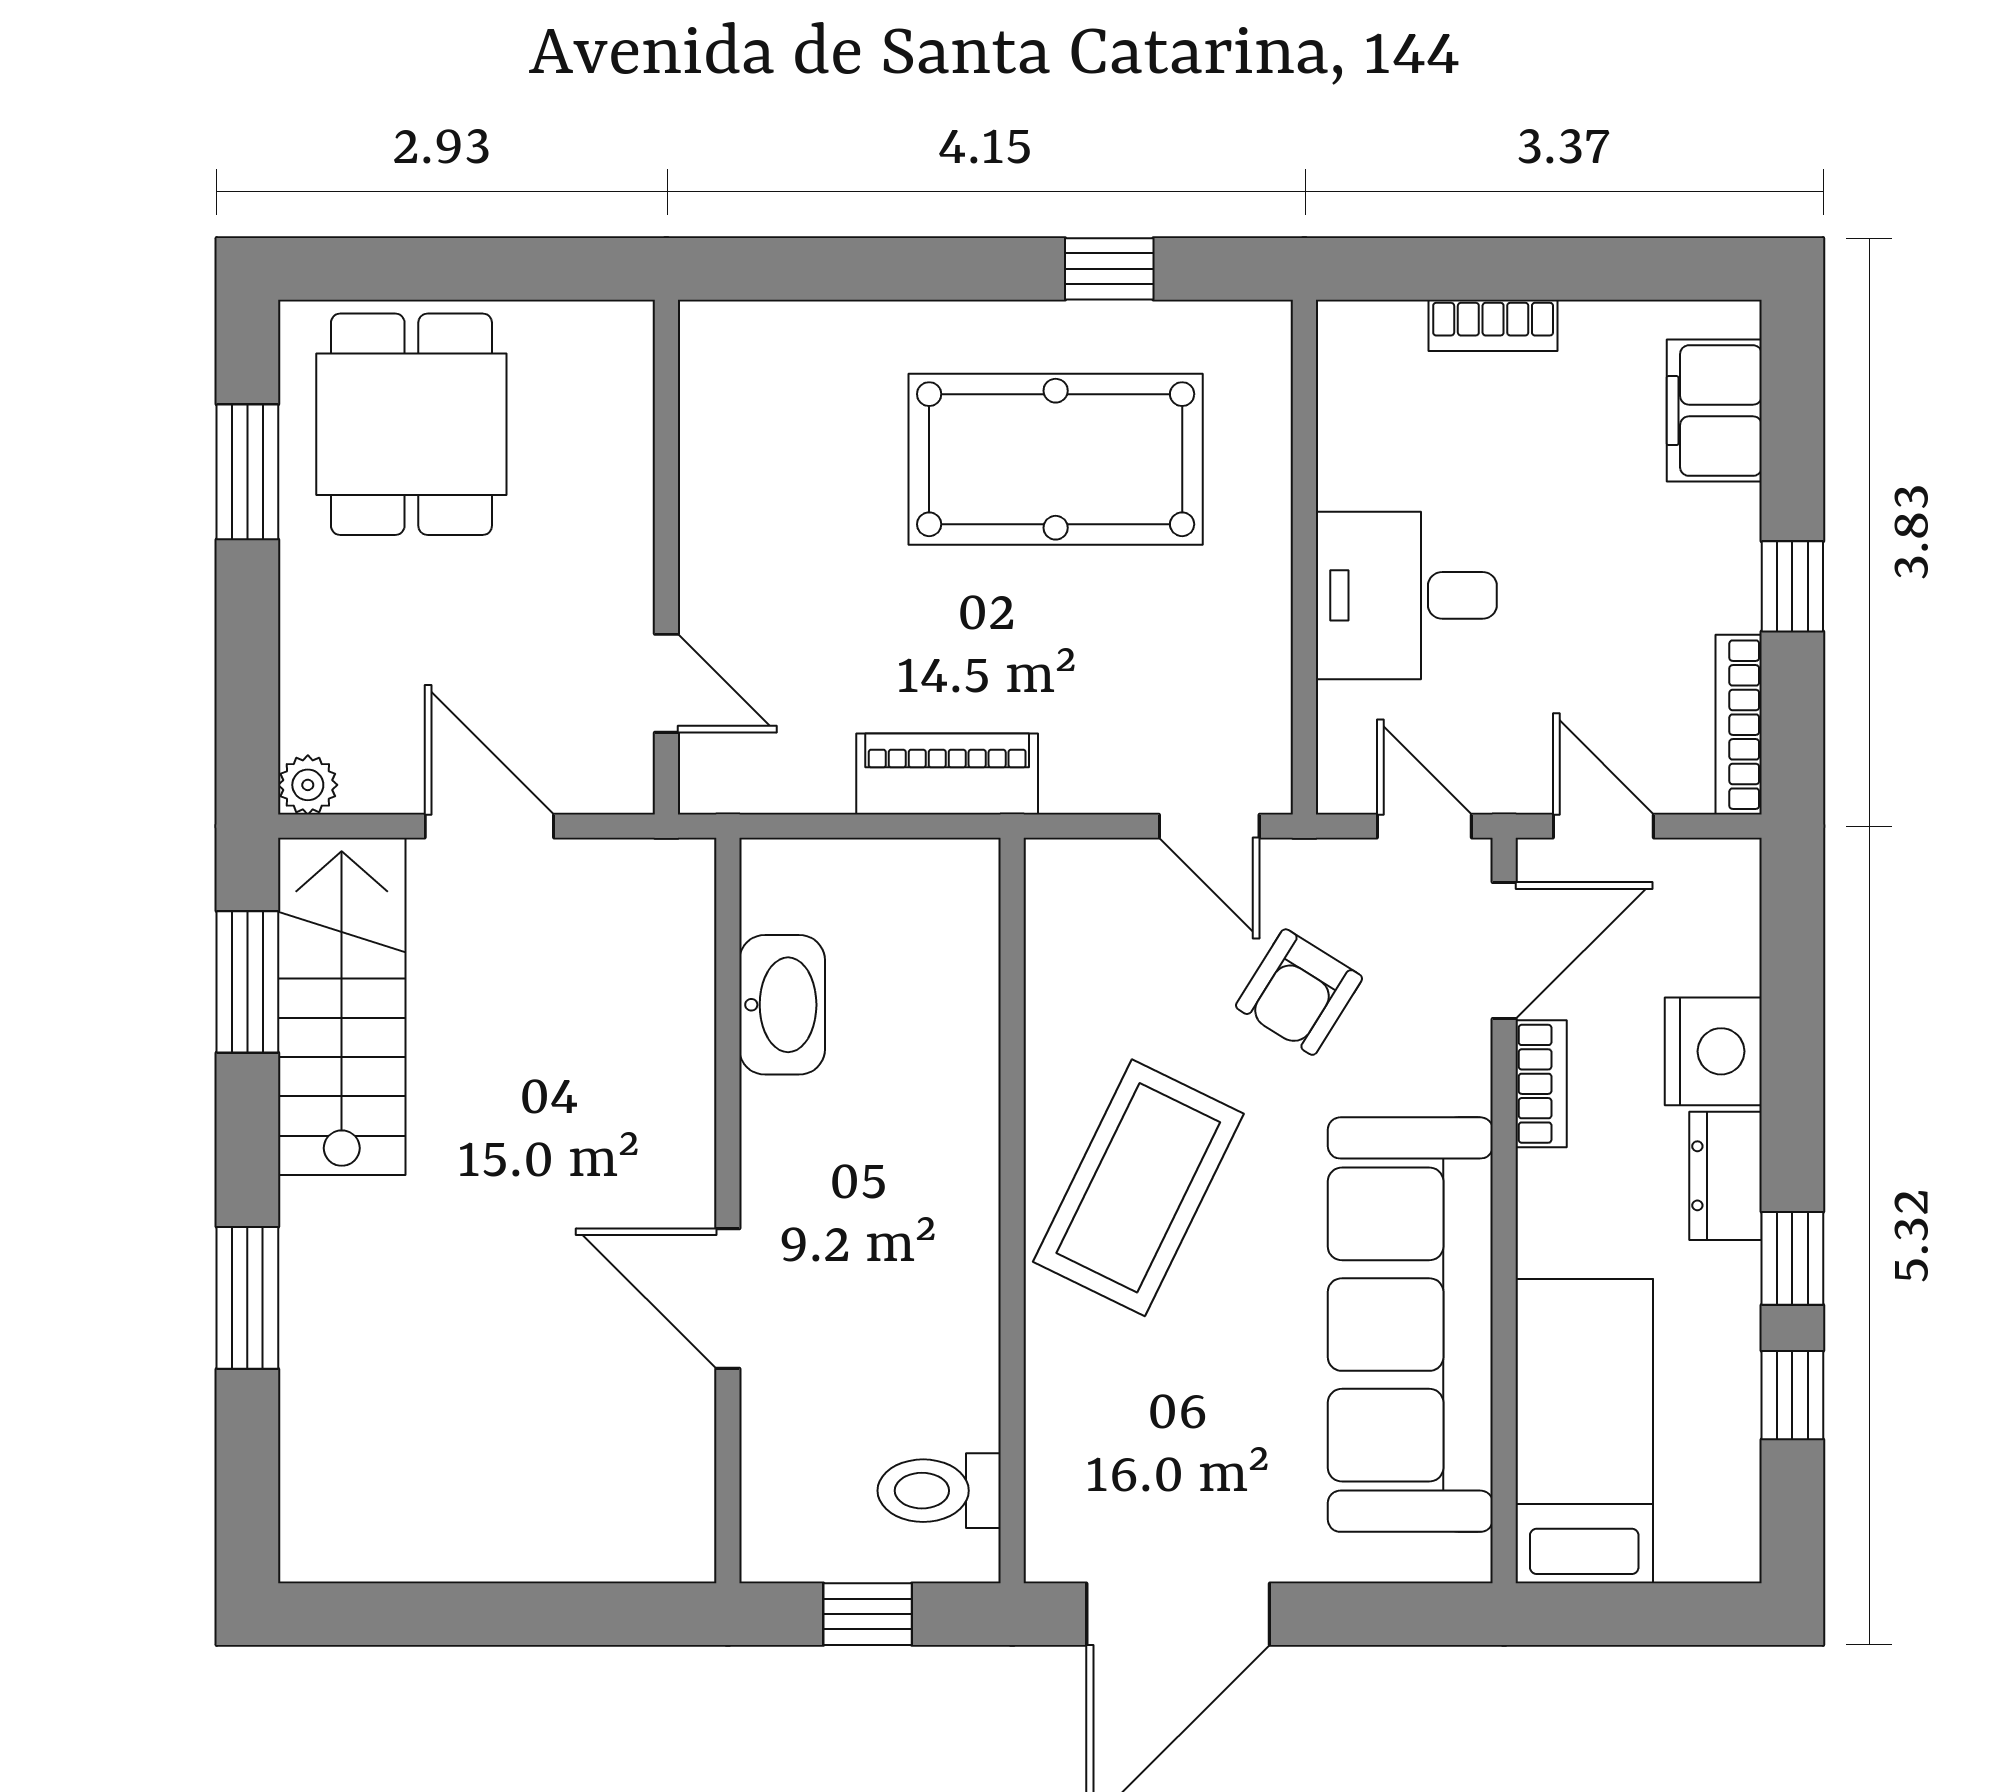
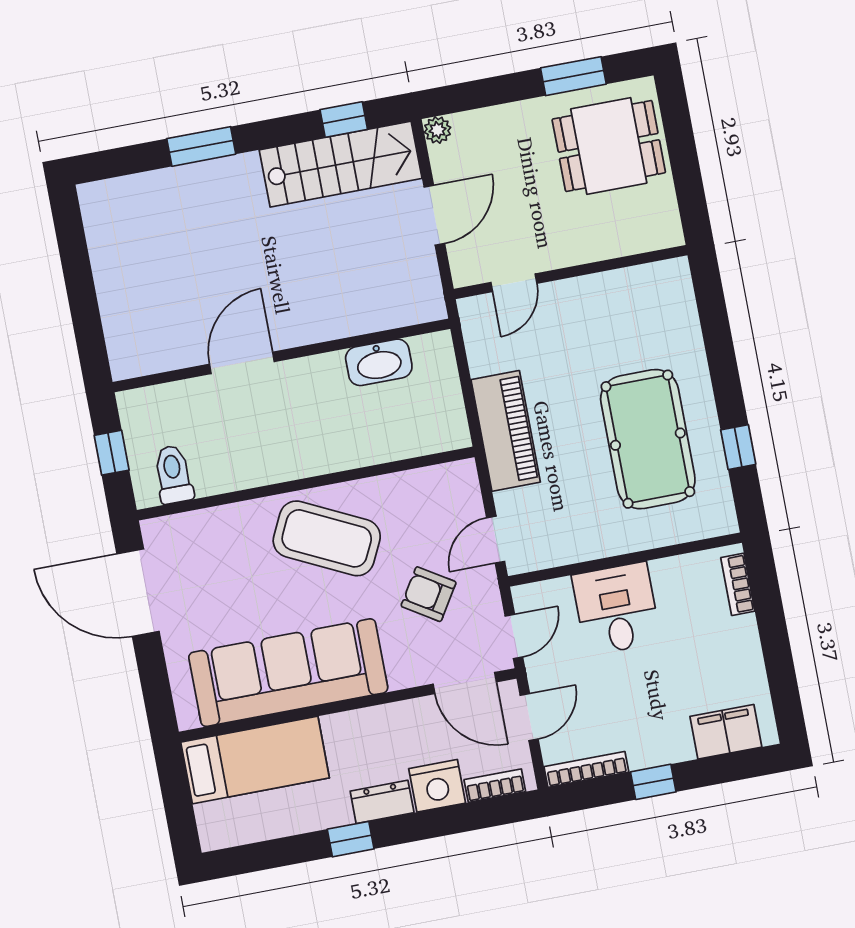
bookcase: (1493, 325) -> (738, 584), moved
piano: (947, 774) -> (506, 431), width x1.37, depth x1.33
window: (247, 982) -> (344, 120), width x0.67
bookcase: (1541, 1084) -> (495, 786), moved, turned 180
window: (1792, 1395) -> (289, 851), removed

